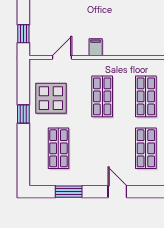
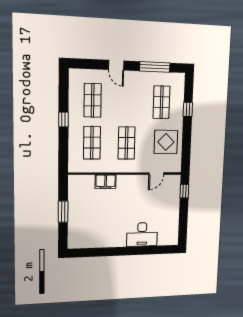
filing cabinet: (96, 47) -> (106, 182), moved, width x2.00
window: (23, 114) -> (188, 109), moved
window: (69, 192) -> (155, 67), width x1.44

